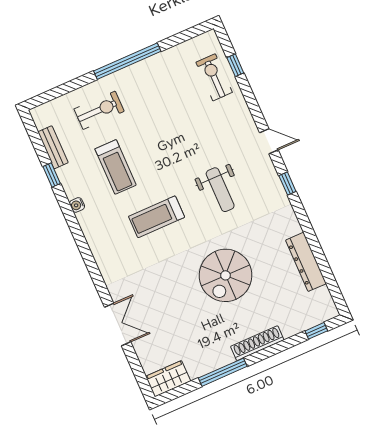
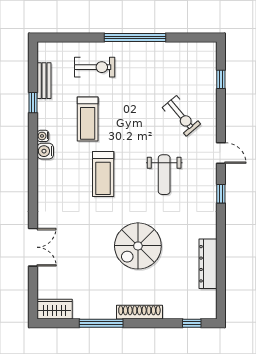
exercise bike: (214, 77) -> (181, 116), moved, turned 140
treadmill: (157, 217) -> (103, 174), turned -90
water cooler: (86, 220) -> (45, 151), added

